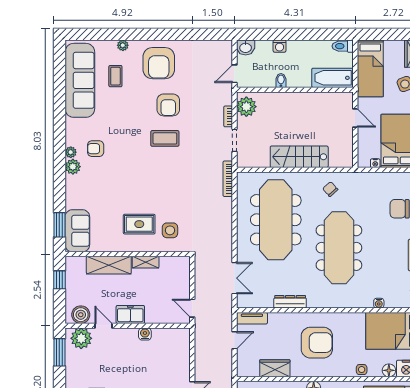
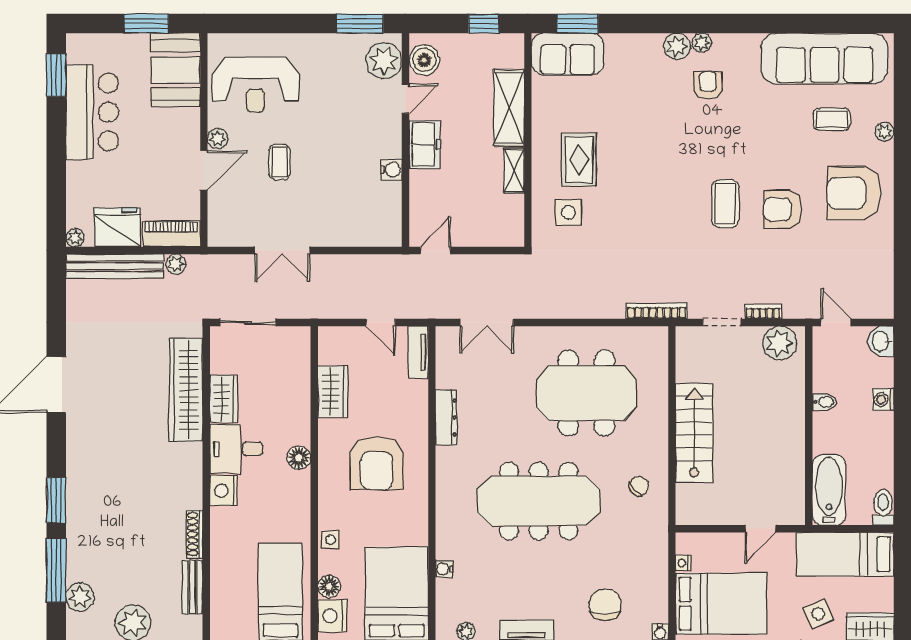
meeting table: (276, 220) -> (586, 393), width x0.73

